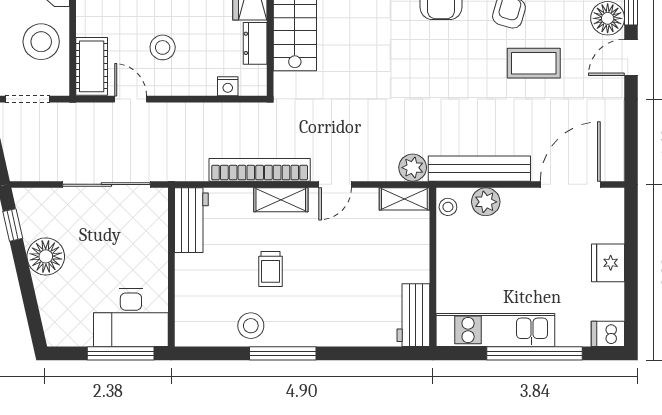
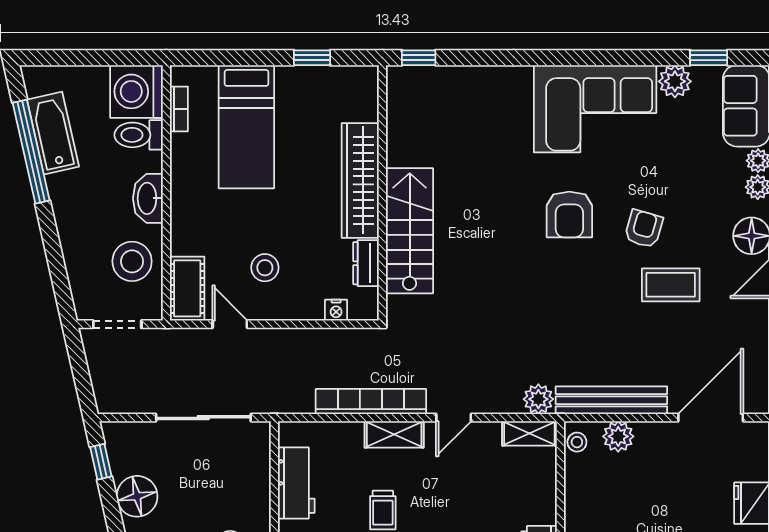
workbench: (191, 220) -> (296, 483), moved

